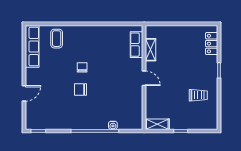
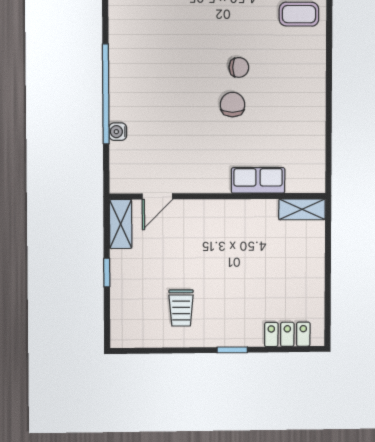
row of seats: (136, 45) -> (258, 180), moved
shelving: (151, 50) -> (302, 209), moved
door: (144, 78) -> (157, 196), moved
chair: (81, 89) -> (232, 105), moved

